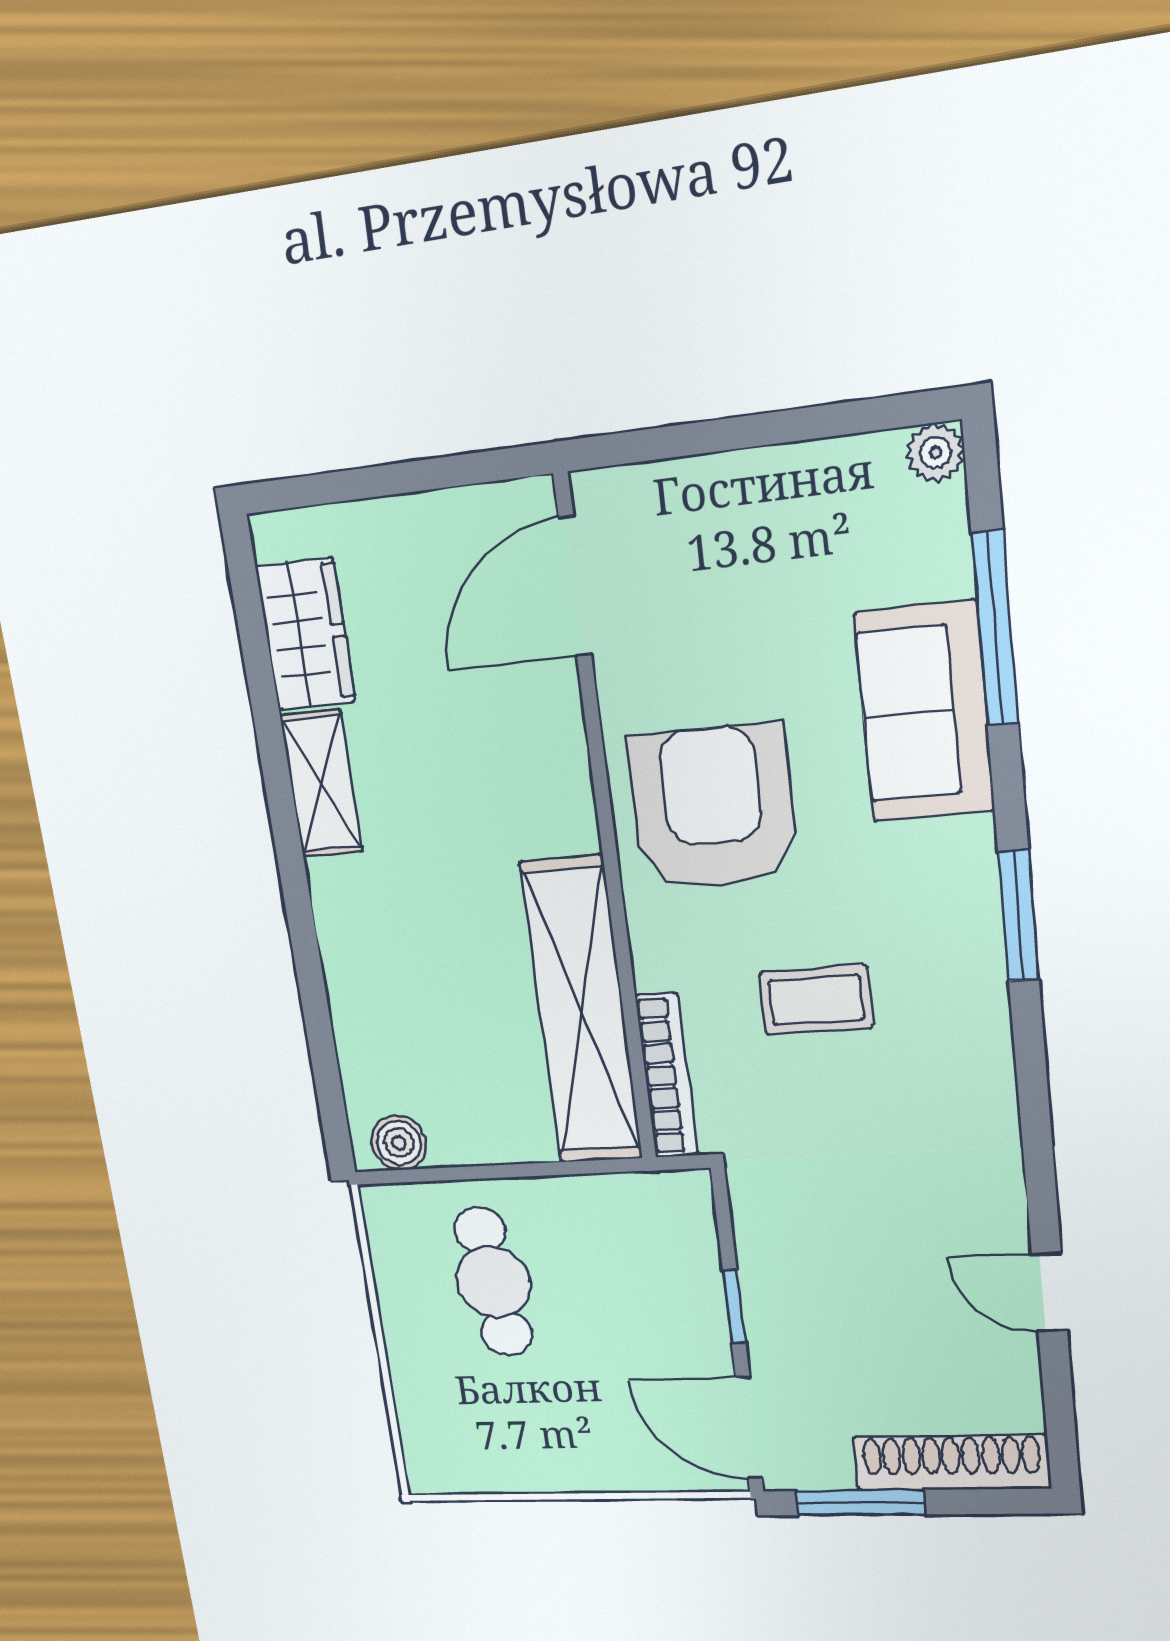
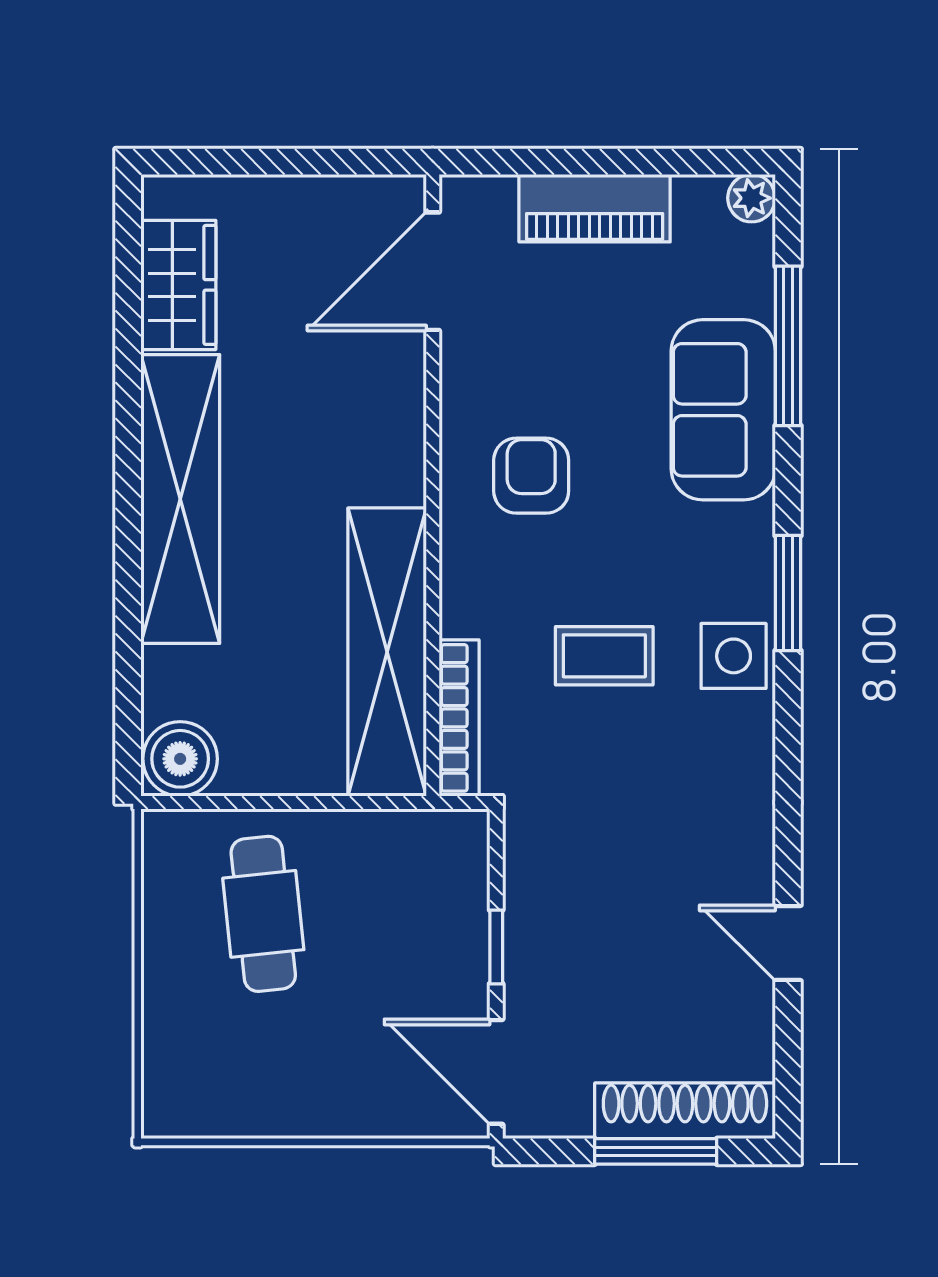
piano: (750, 489) -> (595, 208), added
shelving: (321, 784) -> (180, 499), width x2.20, depth x1.33
armchair: (713, 808) -> (531, 476), width x0.53, depth x0.53
side table: (962, 990) -> (734, 656), added
boiler: (399, 1143) -> (180, 759), width x1.36, depth x1.36
window: (861, 1503) -> (656, 1151), moved

